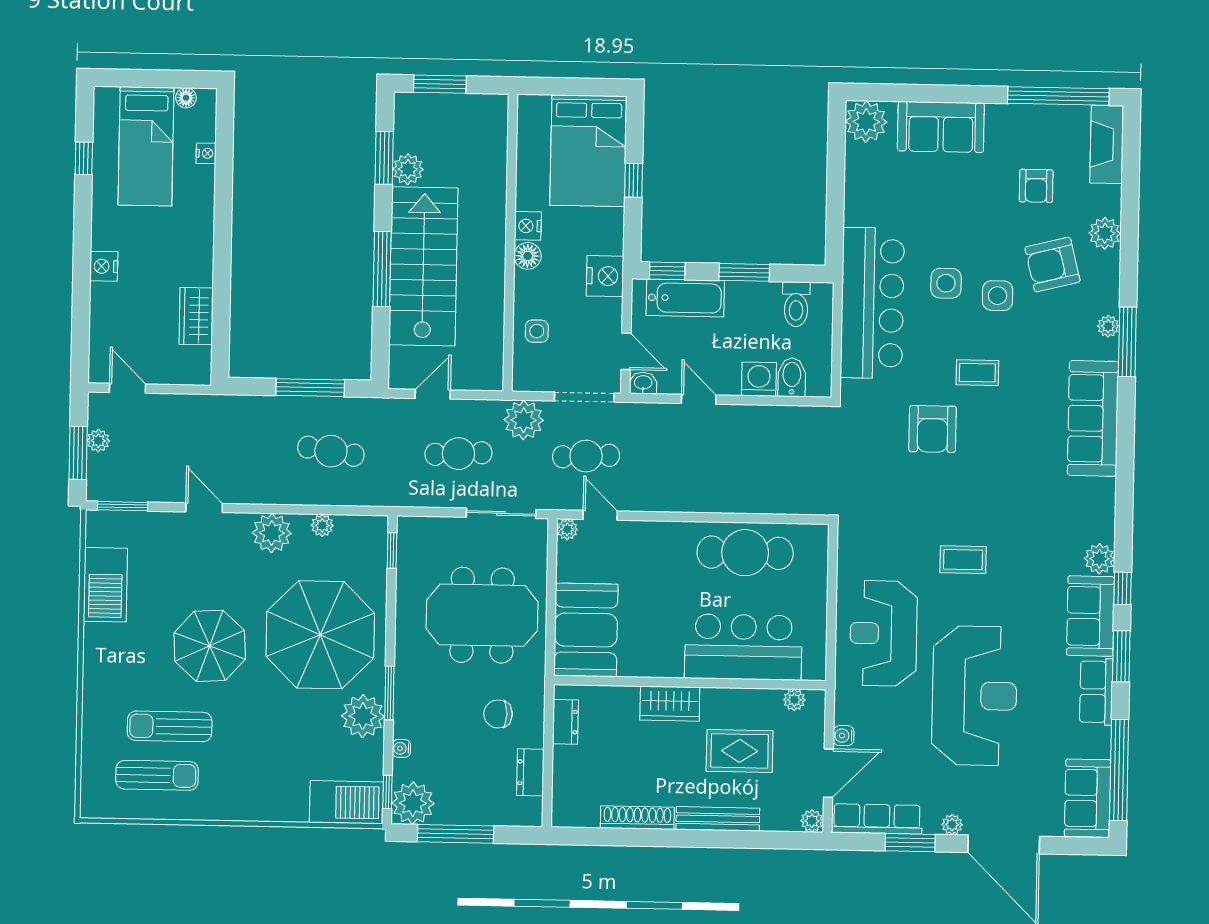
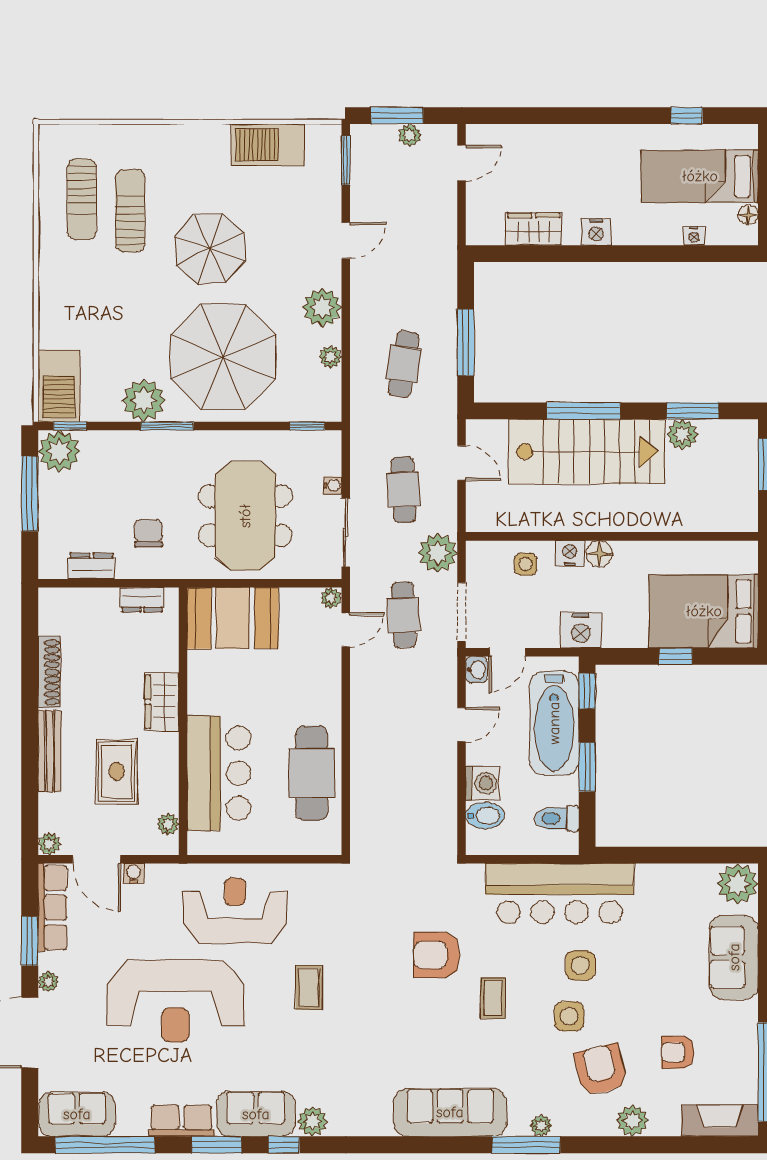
nightstand: (528, 226) -> (570, 553), moved
nightstand: (104, 266) -> (596, 232), moved, turned 180
bathtub: (685, 298) -> (554, 723), width x1.36, depth x1.36
water cooler: (401, 748) -> (333, 485), moved, turned 90

